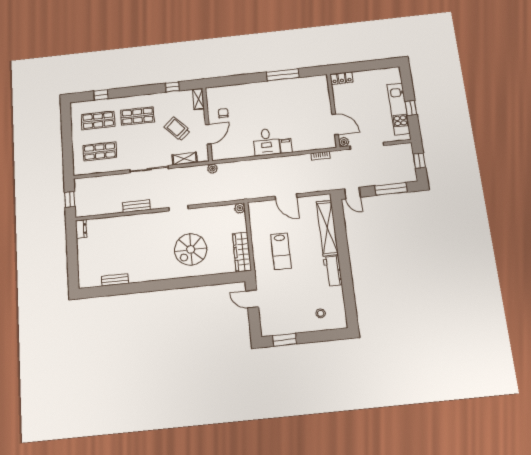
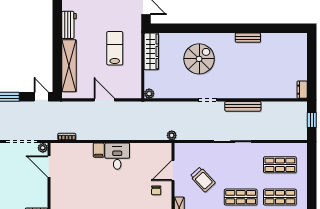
shelving: (185, 159) -> (198, 148), removed
bench: (136, 206) -> (243, 106), width x1.36
bench: (115, 280) -> (248, 38), moved

